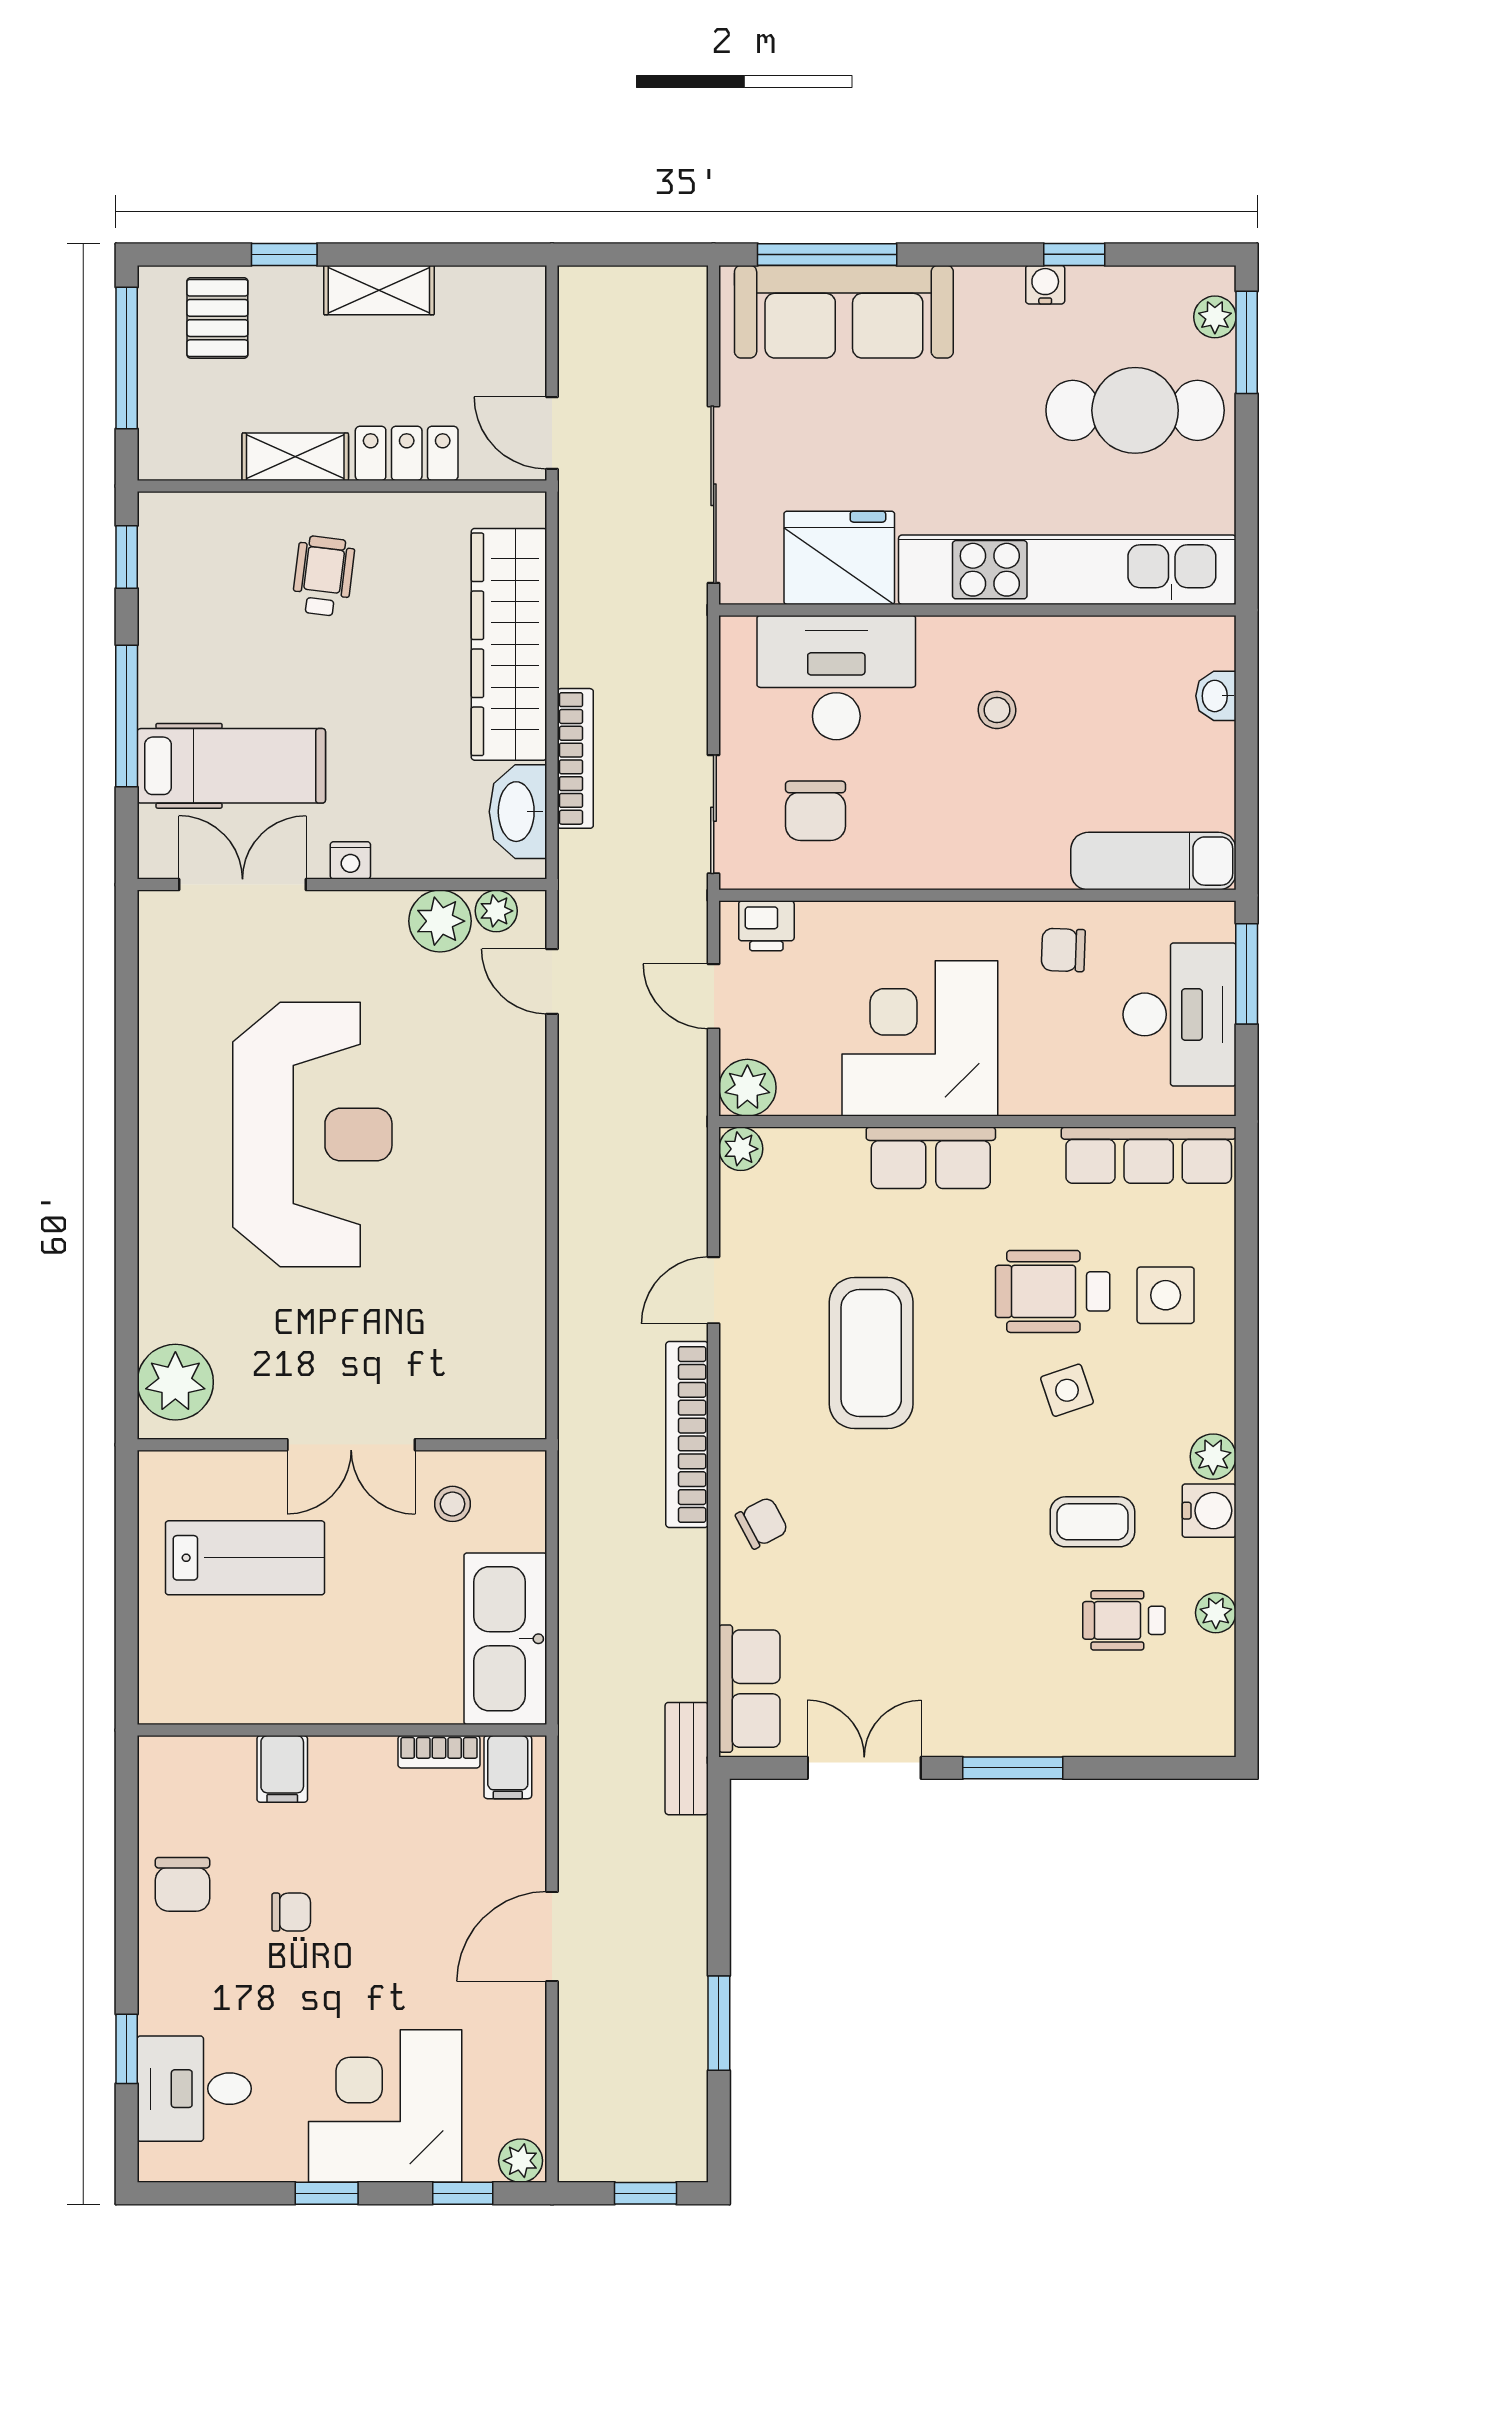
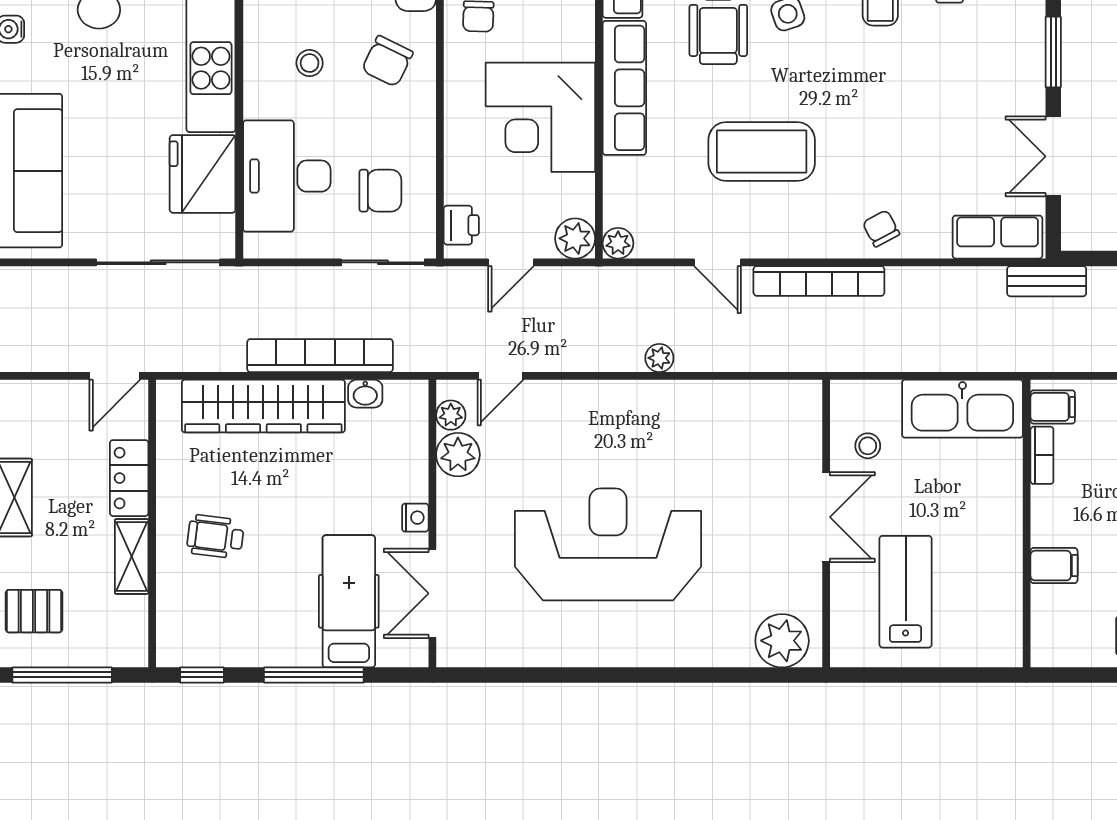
bookcase: (575, 758) -> (320, 356), width x1.48, depth x1.31
washbasin: (518, 812) -> (365, 394), width x0.52, depth x0.69
chair: (1000, 821) -> (387, 61), added
row of seats: (931, 1158) -> (624, 88), width x1.48
plant: (577, 1208) -> (659, 358), added

